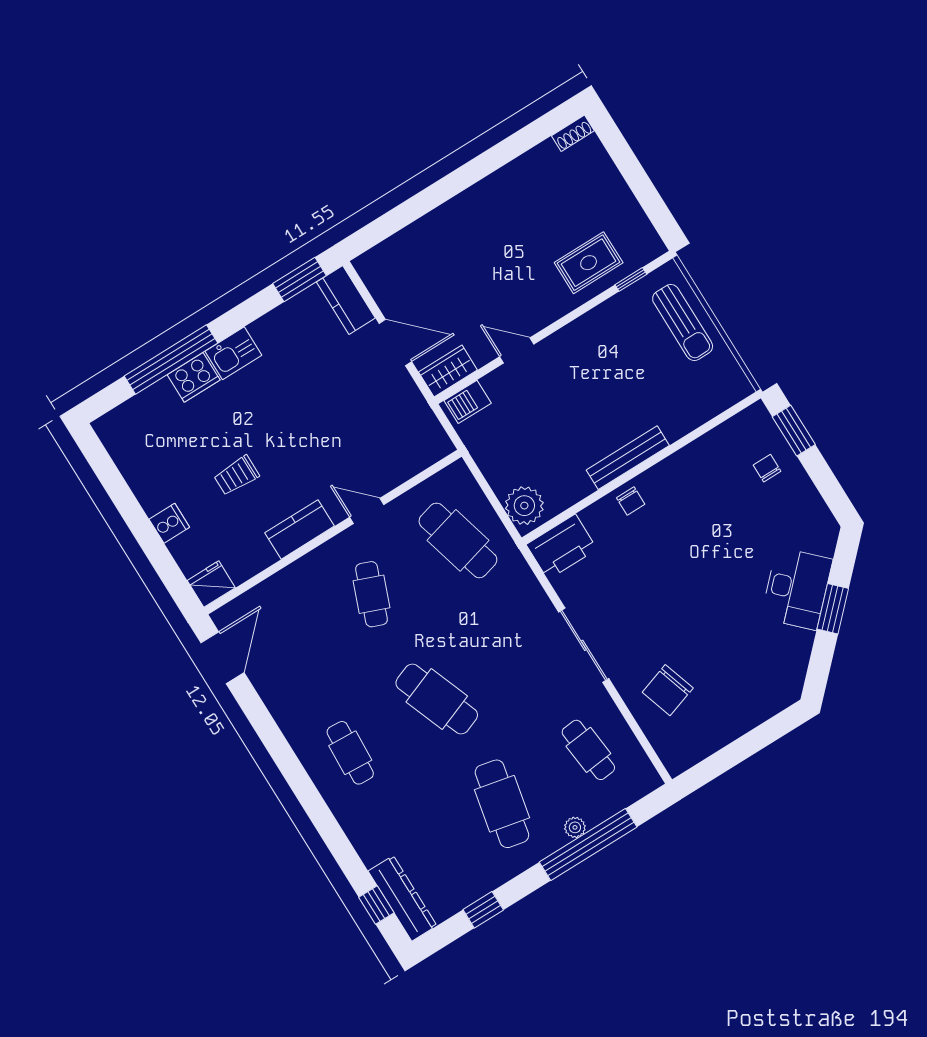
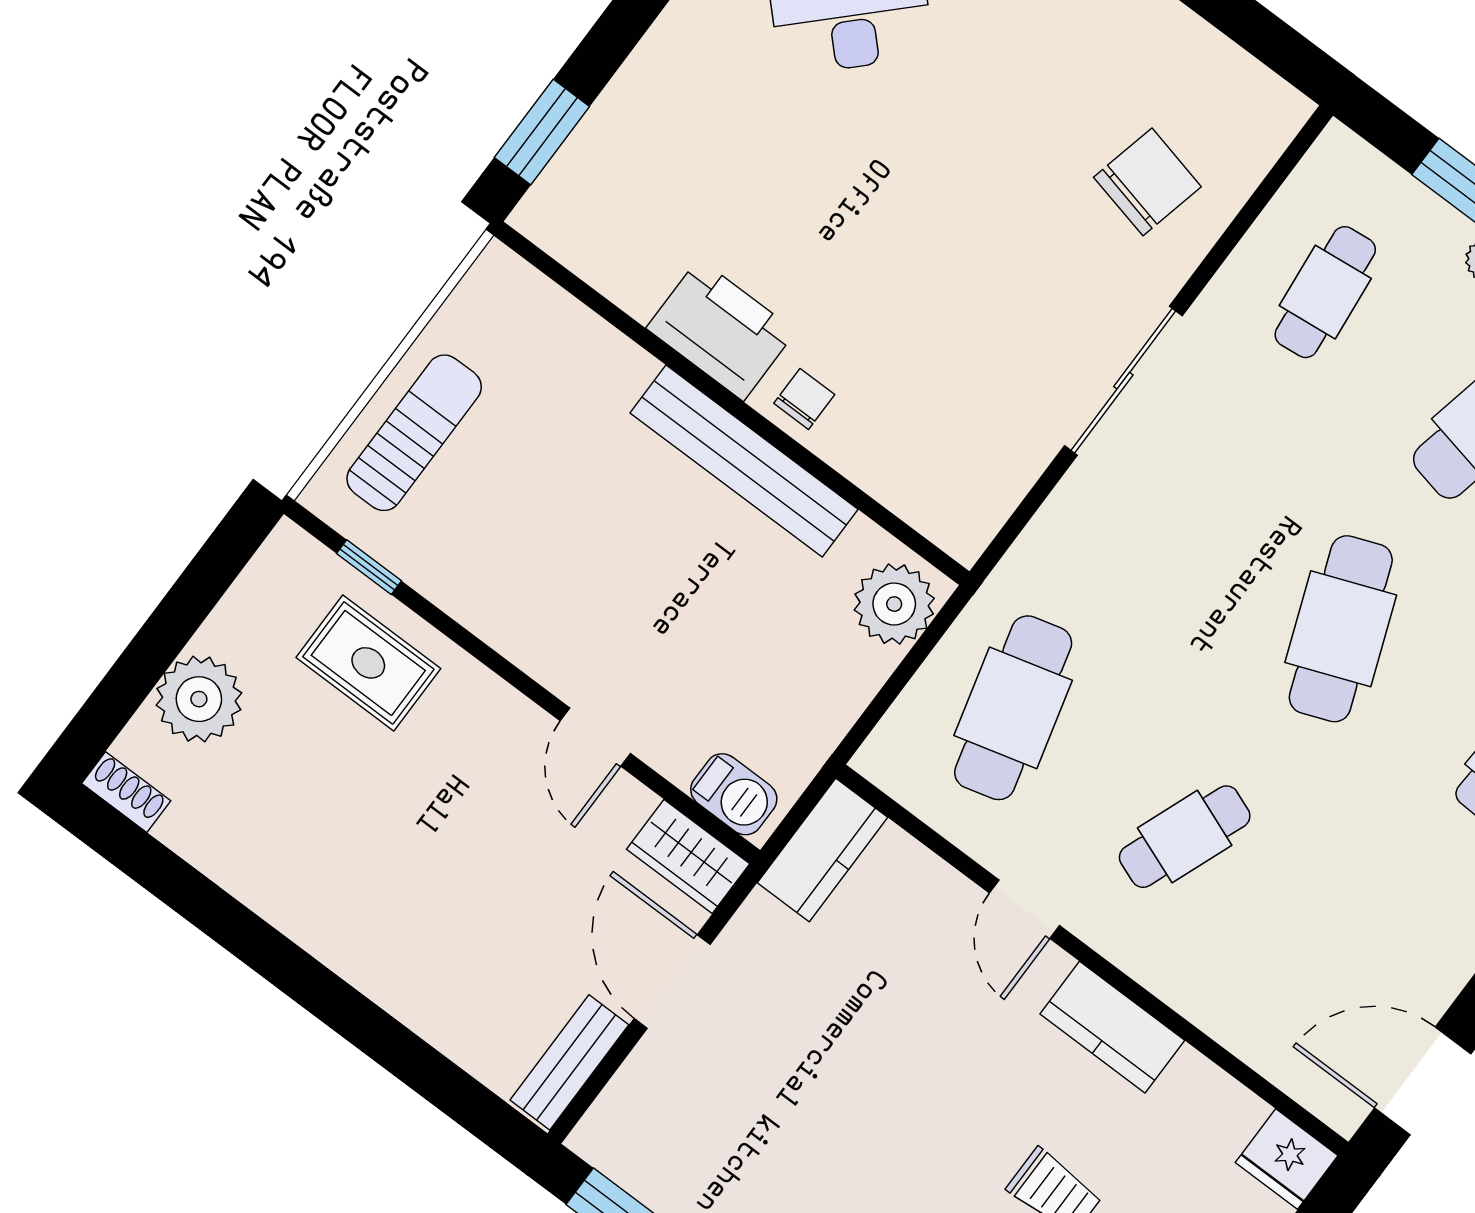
plant: (602, 181) -> (199, 699), added
bench: (377, 283) -> (569, 1062), added
kitchen counter: (346, 300) -> (822, 850), moved
bench: (628, 458) -> (744, 461), width x1.37, depth x1.21
chair: (767, 468) -> (636, 156), removed
printer: (562, 547) -> (721, 330), moved
chair: (668, 690) -> (1147, 182), turned -59

